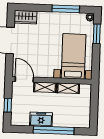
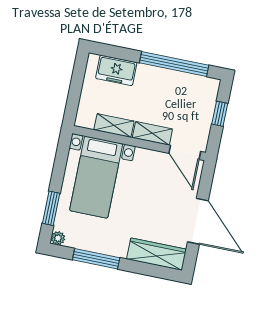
wardrobe: (25, 17) -> (156, 254), width x1.50
freezer: (41, 119) -> (116, 70), moved
window: (54, 130) -> (174, 64), moved

